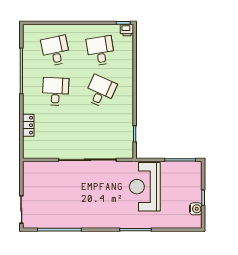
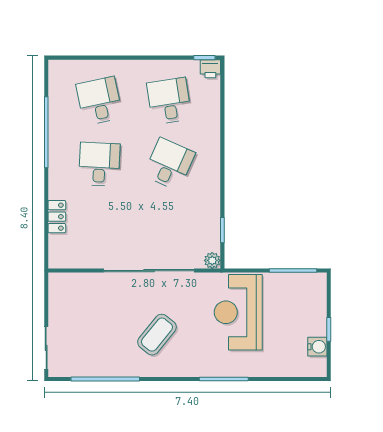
plant: (128, 153) -> (212, 260), added
coffee table: (93, 201) -> (157, 335), added

